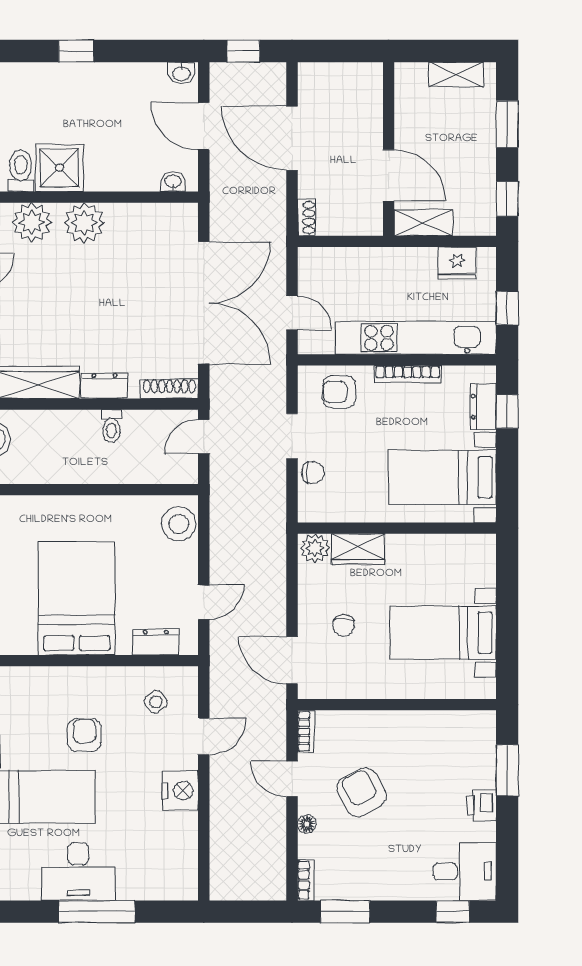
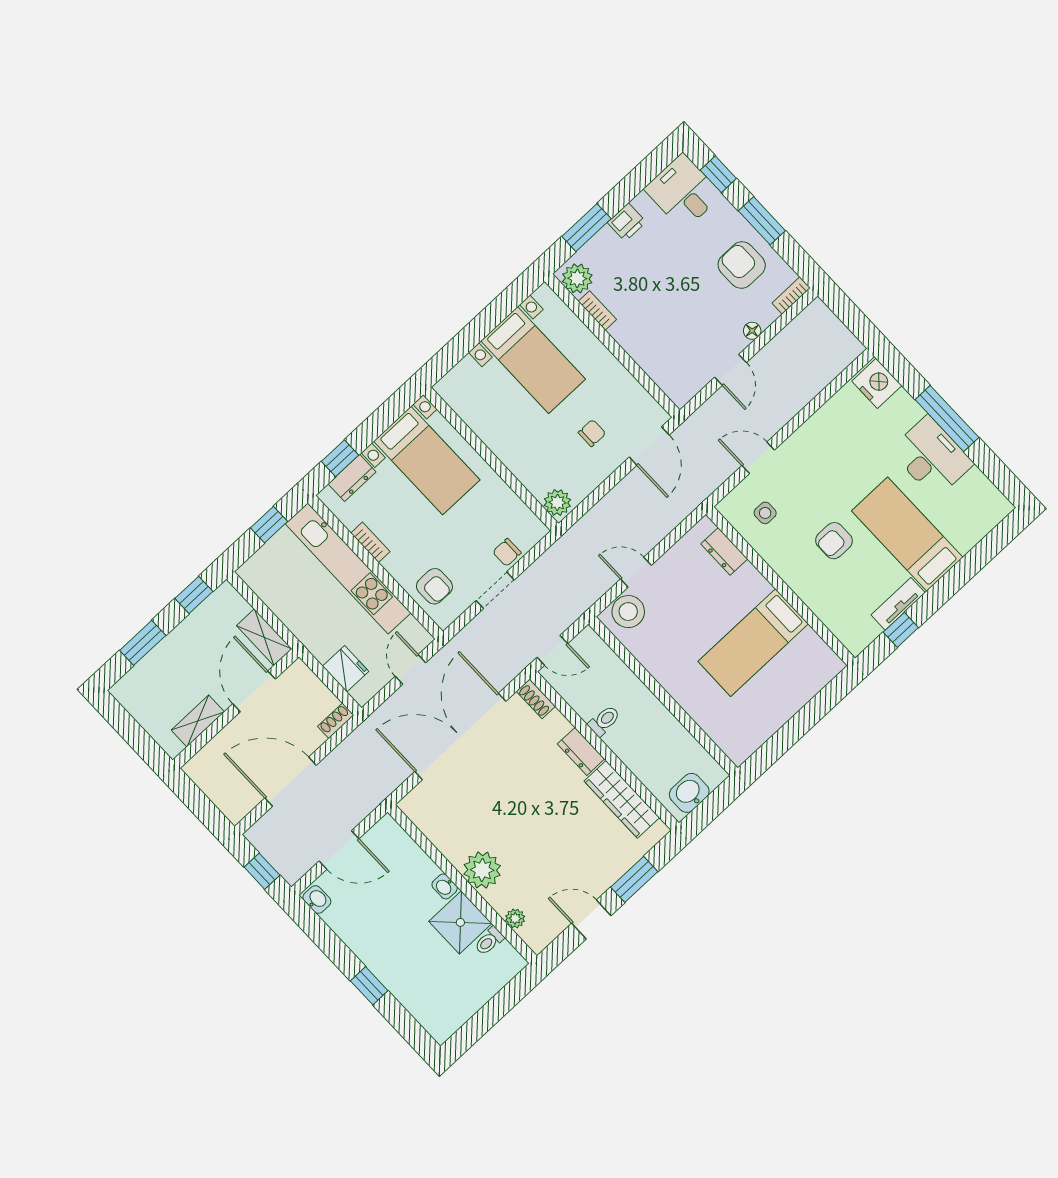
shelving: (456, 74) -> (198, 721), moved, turned 90
door: (204, 126) -> (339, 850), hinge flipped
door: (292, 138) -> (291, 782), swing flipped
toilet: (21, 171) -> (489, 941), width x0.73, depth x0.72
washbasin: (173, 182) -> (445, 886), moved
plant: (32, 222) -> (515, 918), width x0.53, depth x0.53
fridge: (457, 263) -> (346, 669), moved
bookcase: (408, 374) -> (370, 542), width x0.64
shoe rack: (169, 389) -> (536, 699), width x0.70
chair: (313, 473) -> (507, 552), turned -90
wardrobe: (358, 549) -> (530, 472), removed
bed: (77, 598) -> (753, 643), width x0.67
door: (204, 602) -> (636, 572), moved
side table: (156, 702) -> (765, 513), turned 37
plant: (474, 726) -> (577, 278), added
bookcase: (306, 731) -> (597, 310), moved, turned 90
nightstand: (180, 791) -> (877, 383), moved, turned 90
armchair: (362, 792) -> (742, 265), moved, turned 118
window: (345, 912) -> (762, 221), moved

